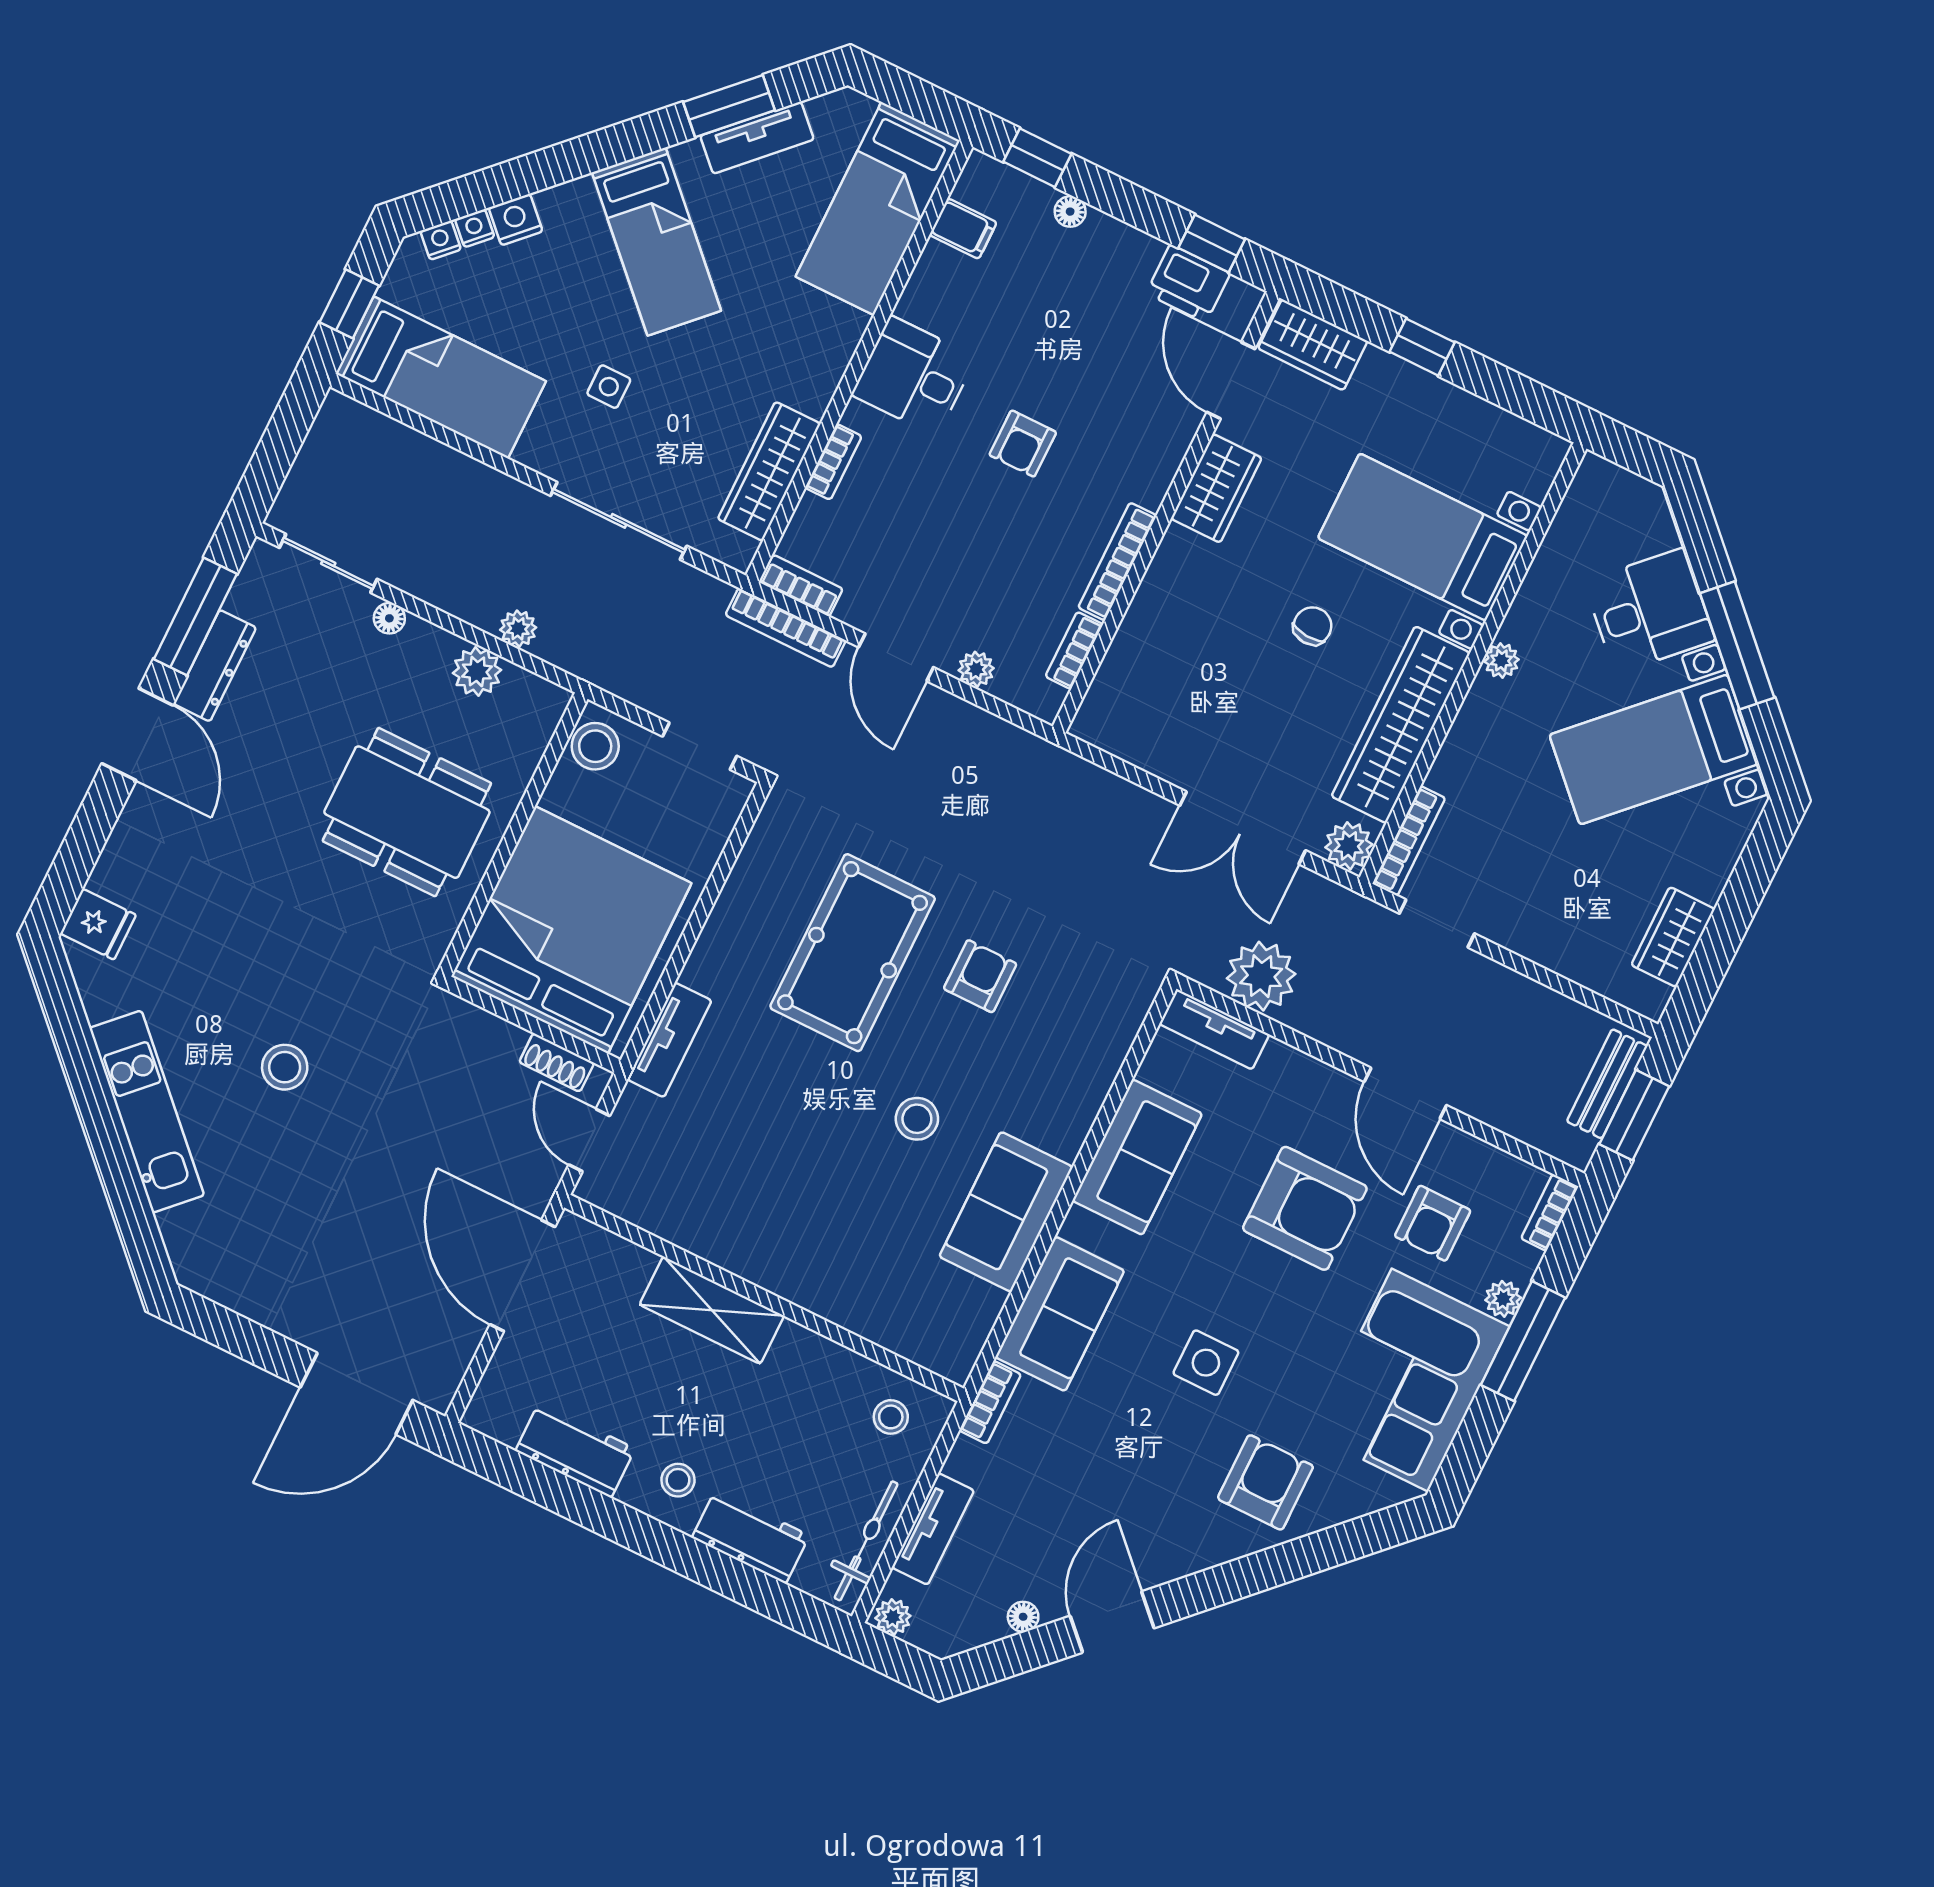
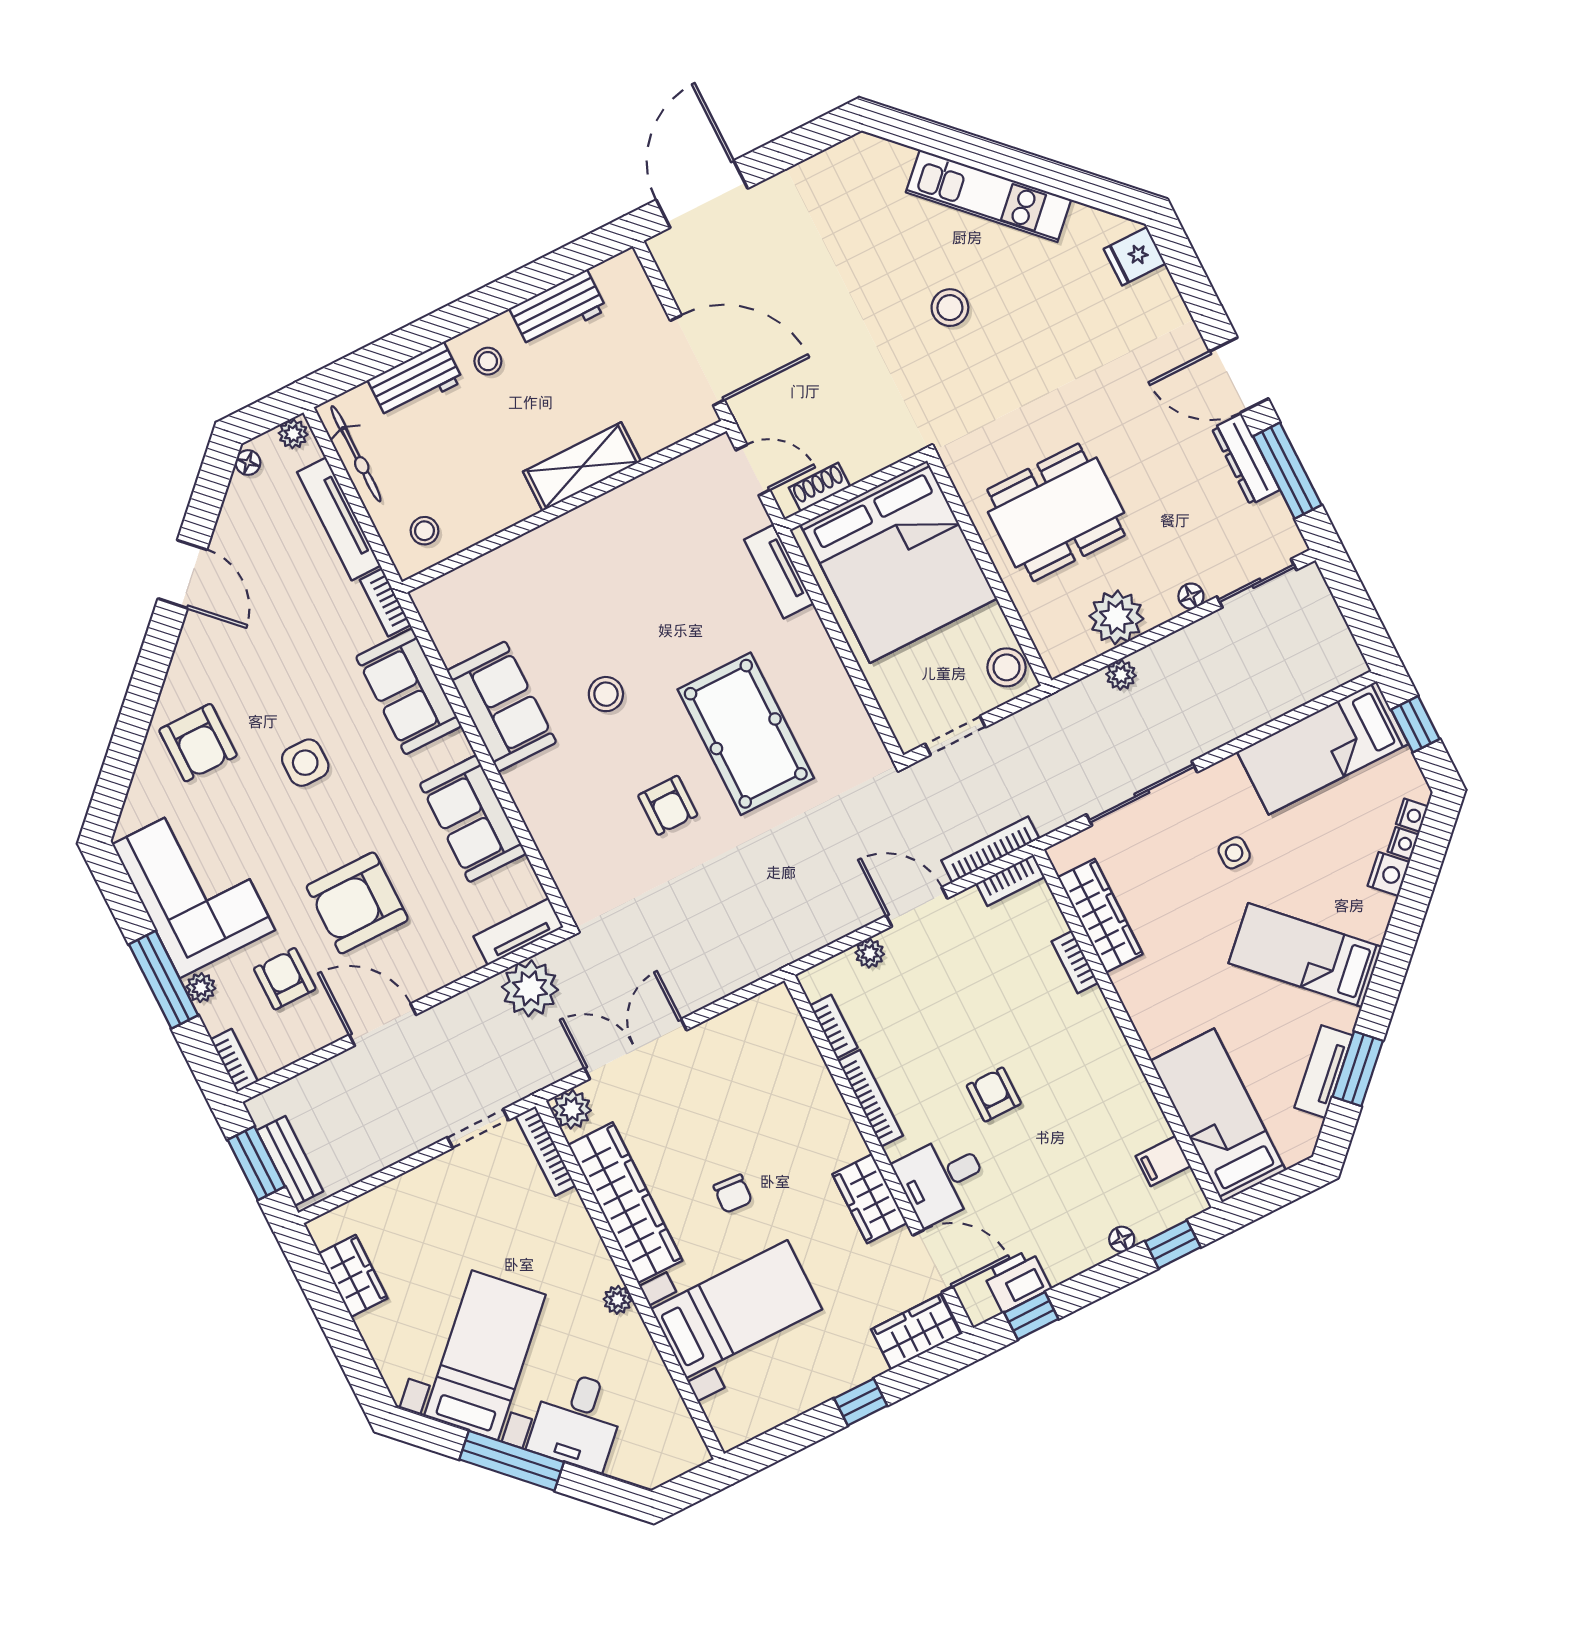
desk: (914, 376) -> (942, 1179), moved, turned 180
plant: (477, 671) -> (1116, 617), width x1.36, depth x1.36
tv unit: (933, 1529) -> (339, 519), width x1.41
floor lamp: (1023, 1617) -> (248, 463), moved

